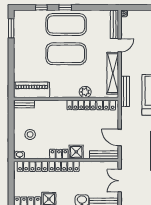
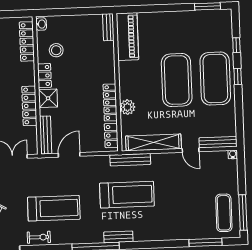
stool: (30, 134) -> (56, 50), moved
locker: (64, 166) -> (29, 106), moved

